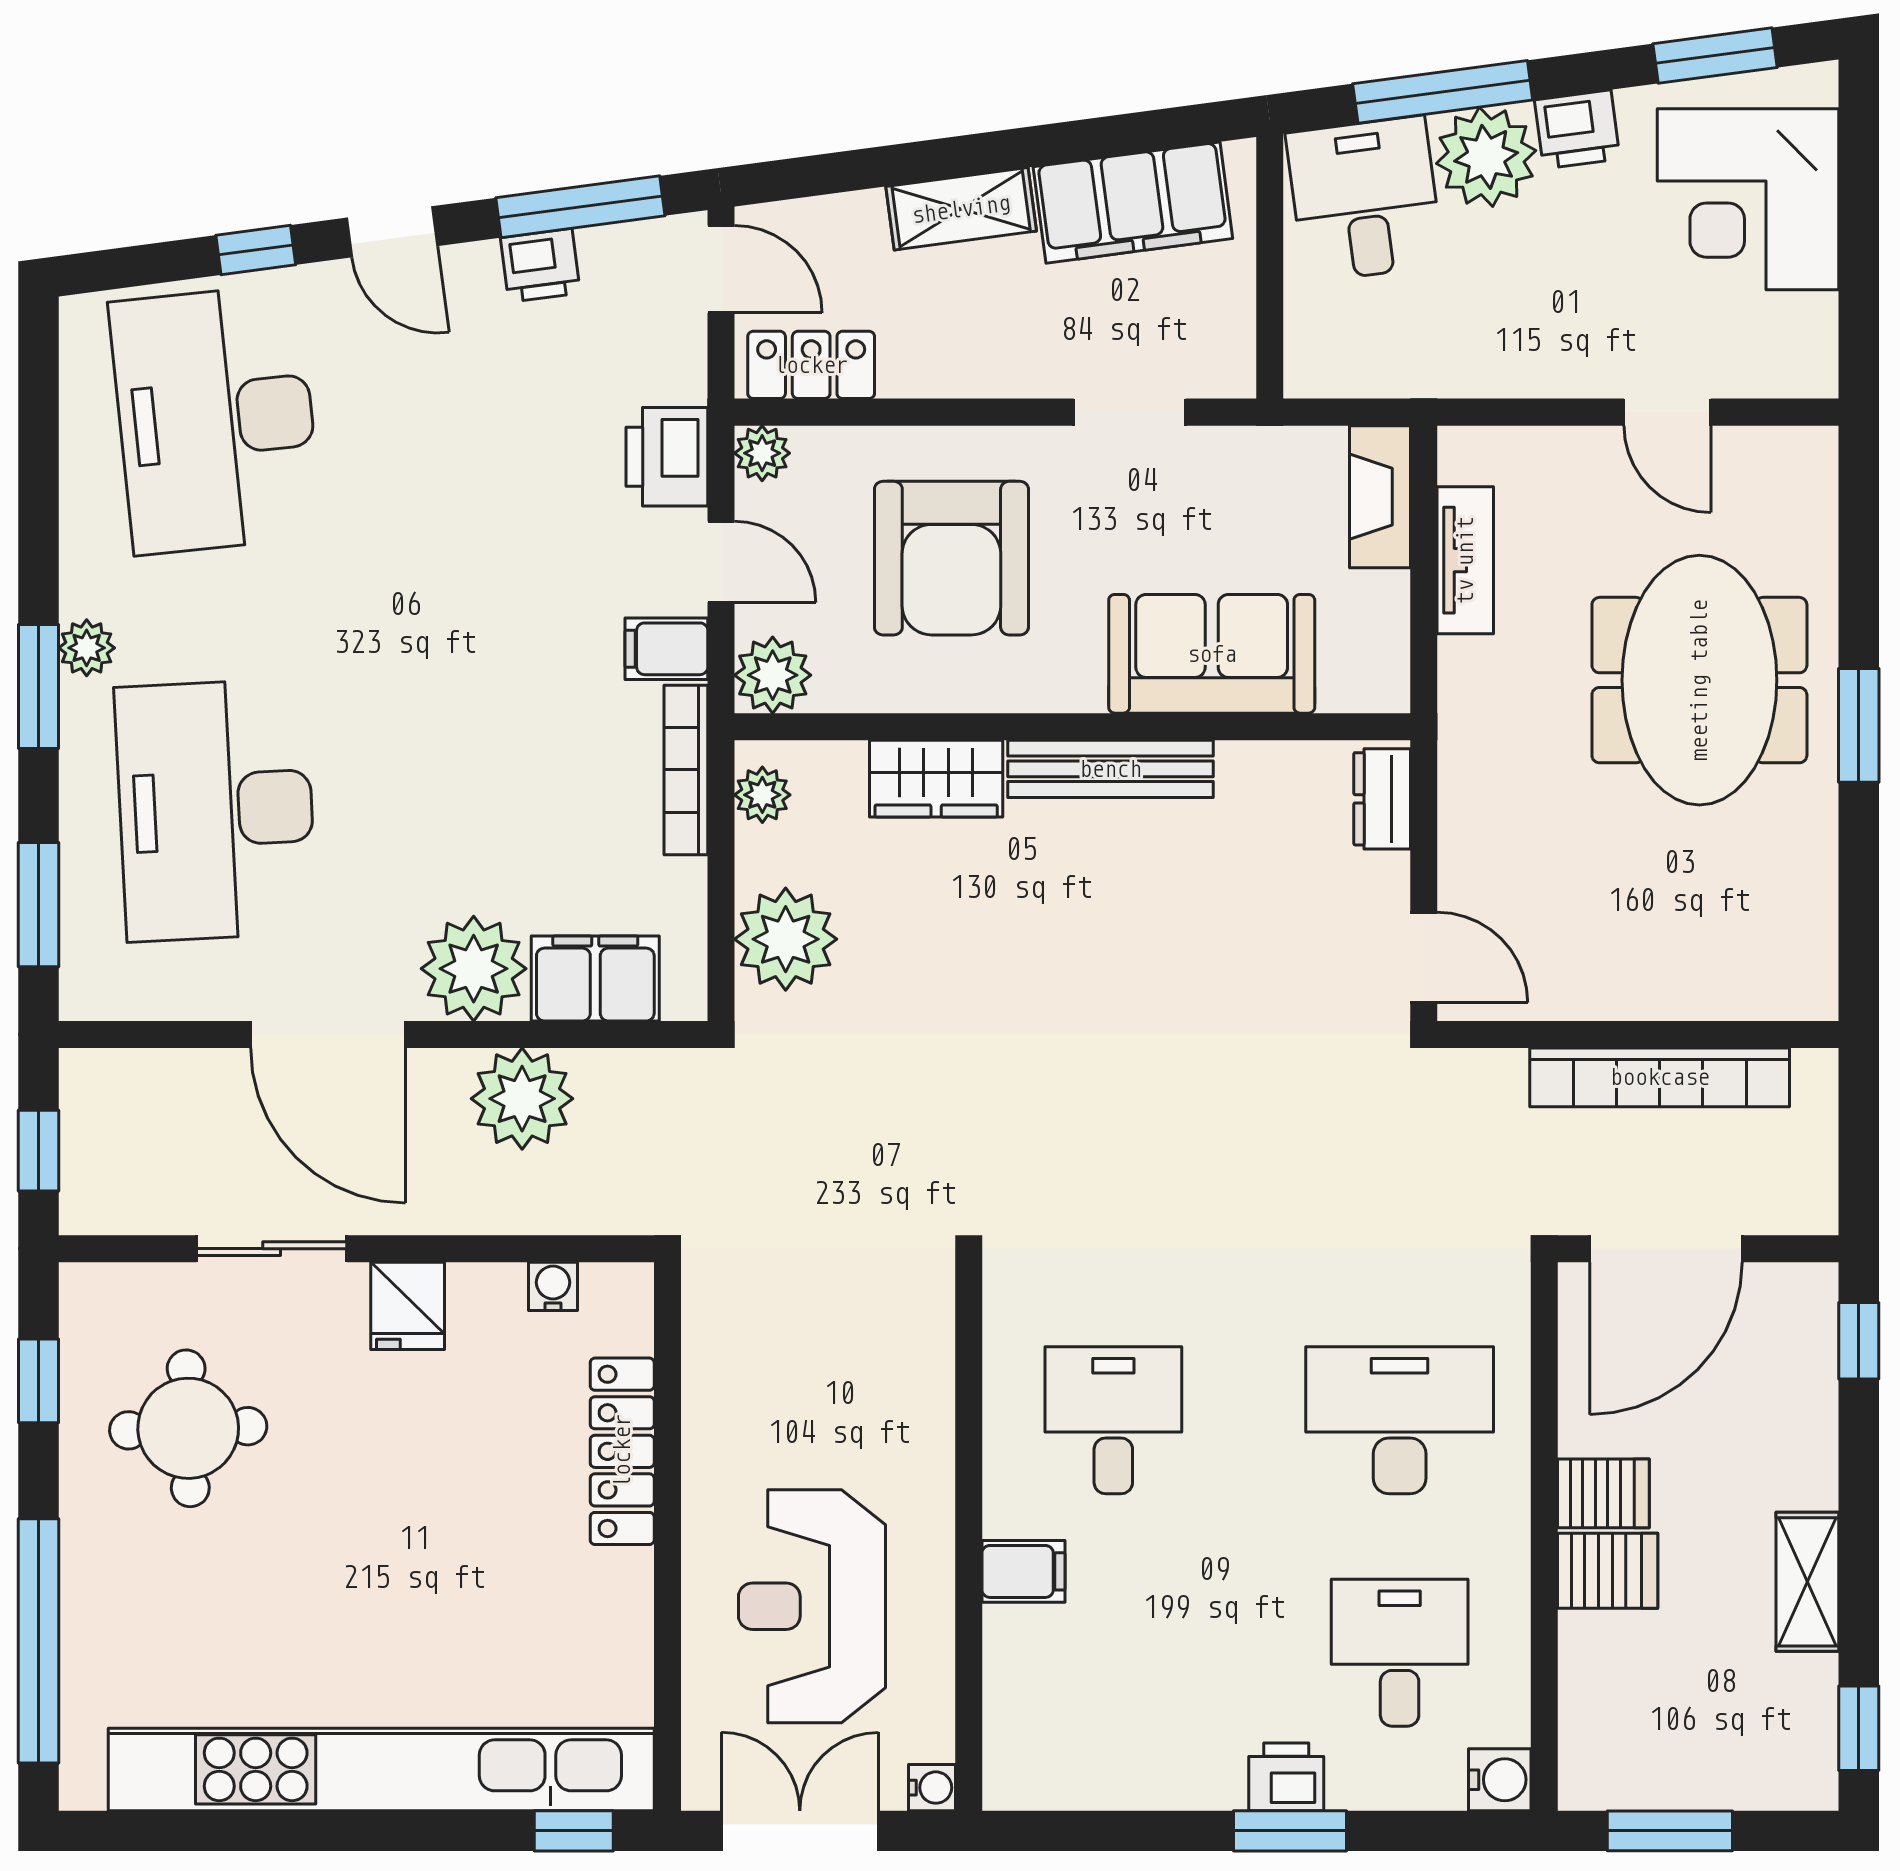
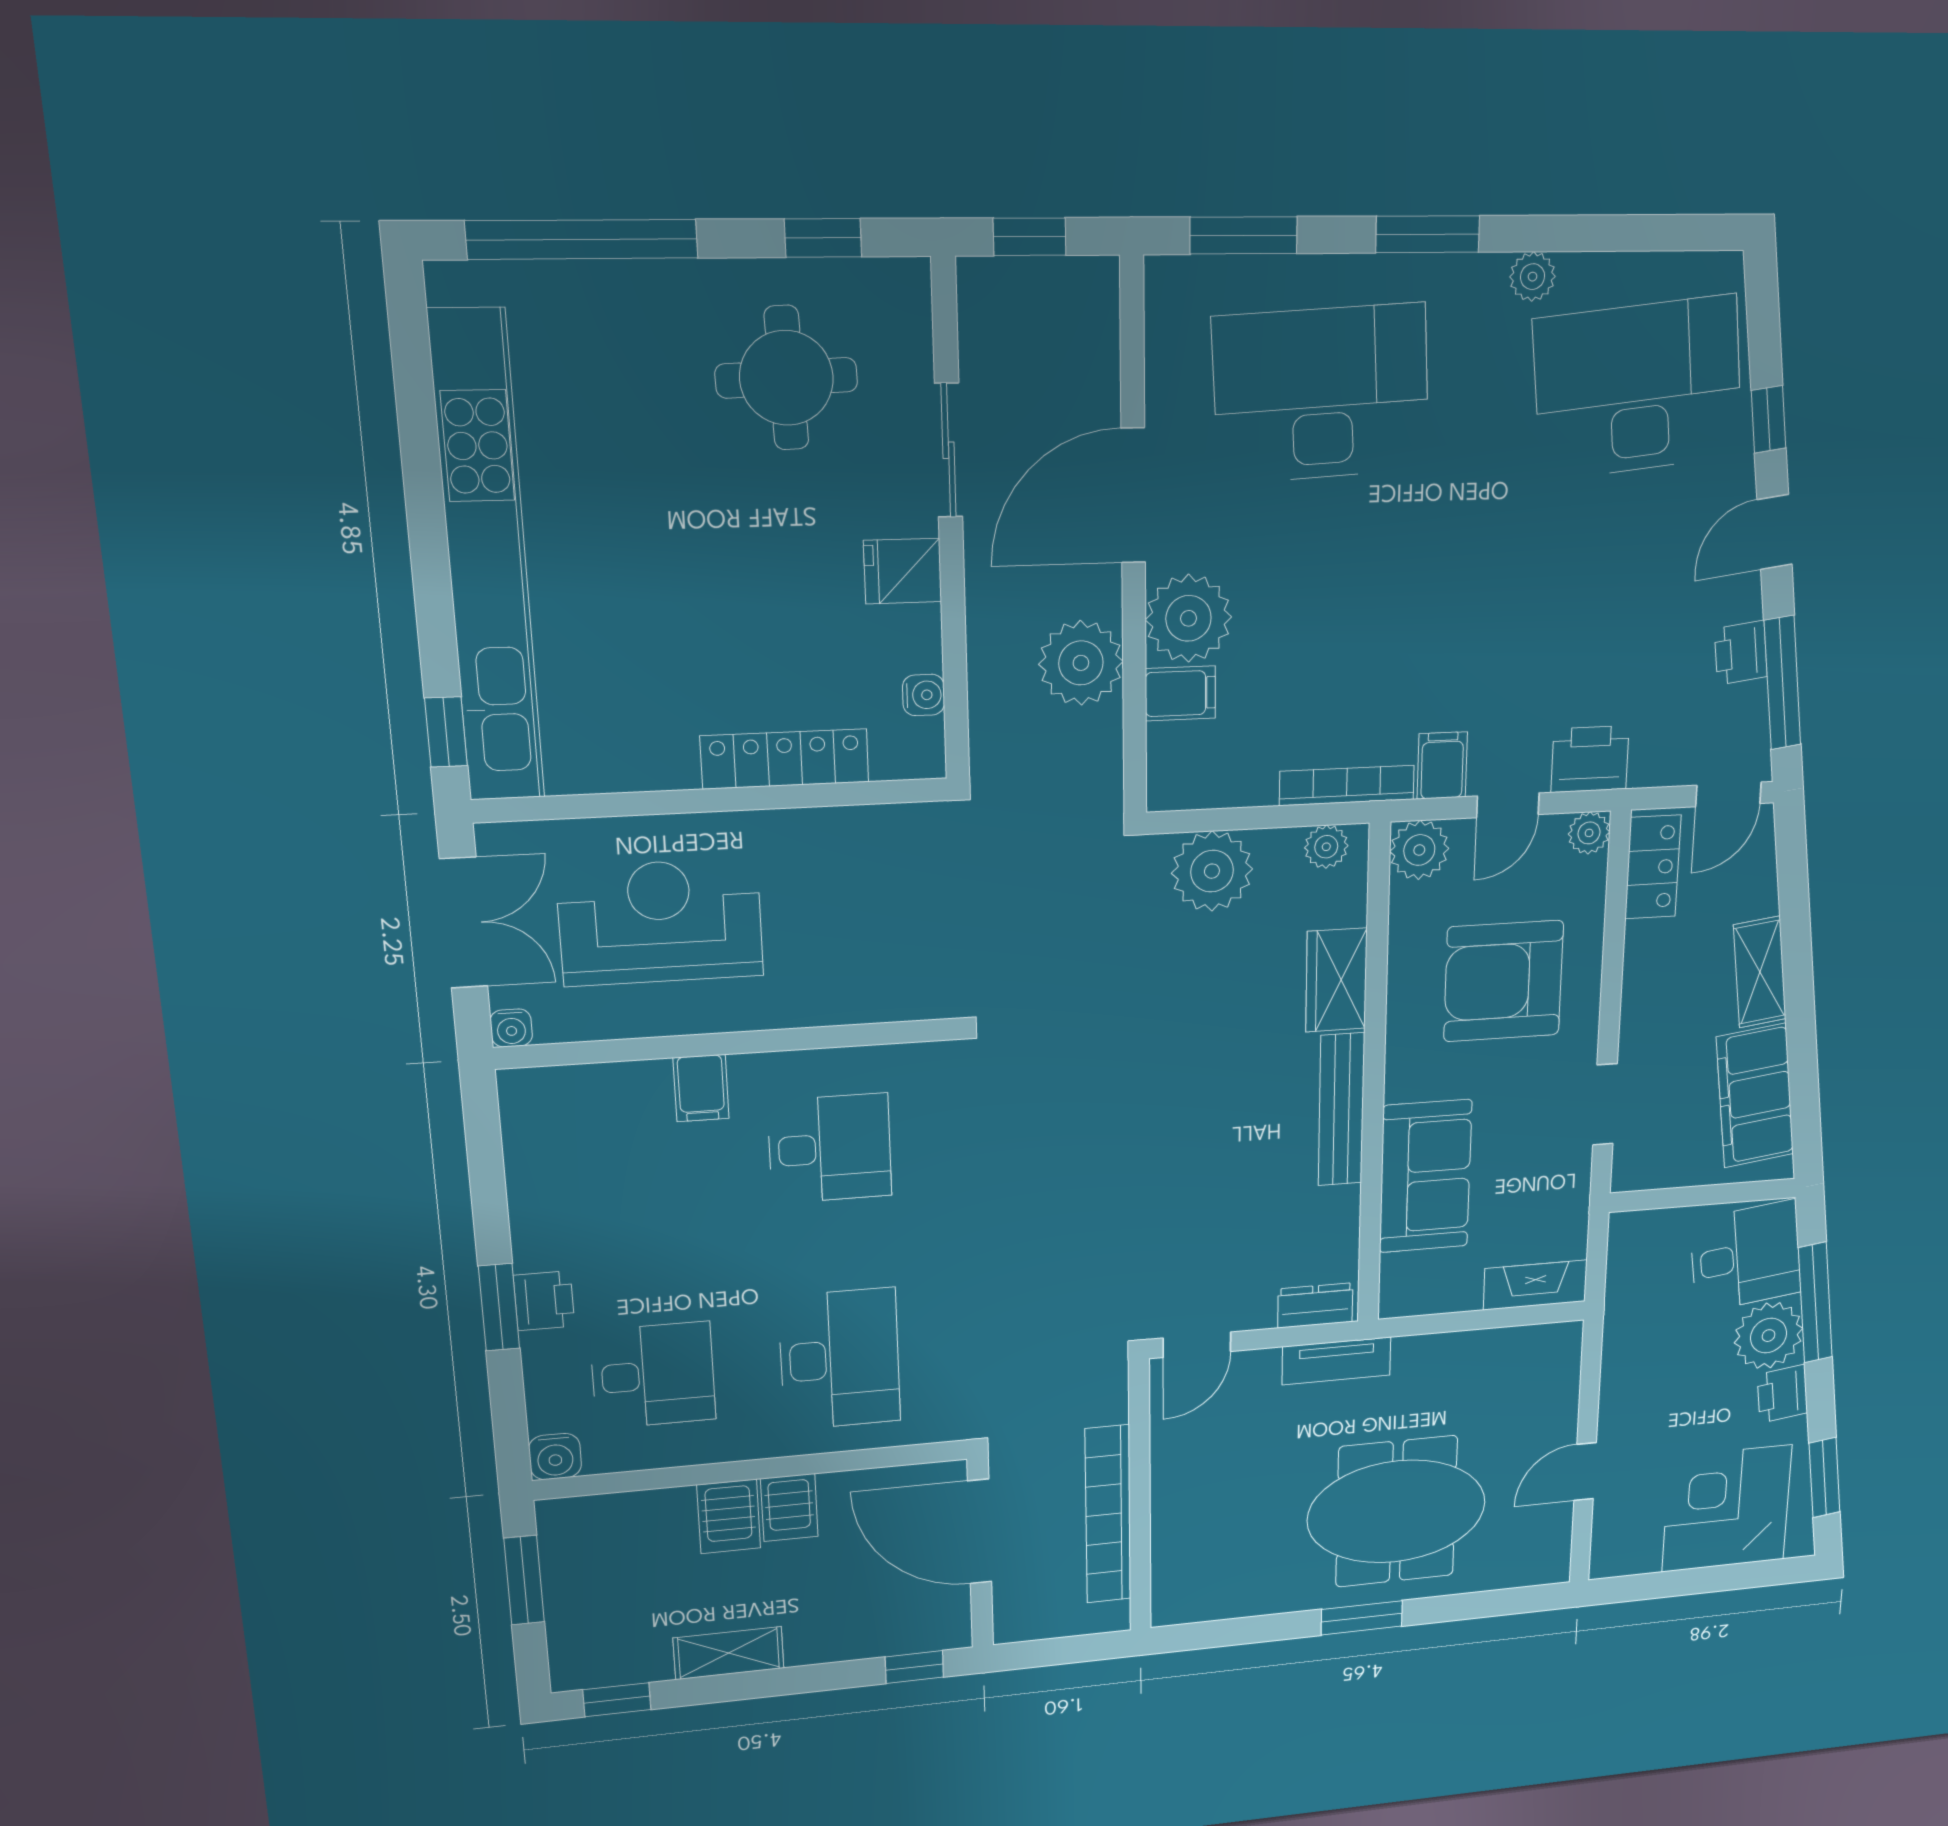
tv unit: (1465, 560) -> (1336, 1361), moved
plant: (87, 648) -> (1533, 277), moved
filing cabinet: (595, 979) -> (1180, 693), width x0.50

